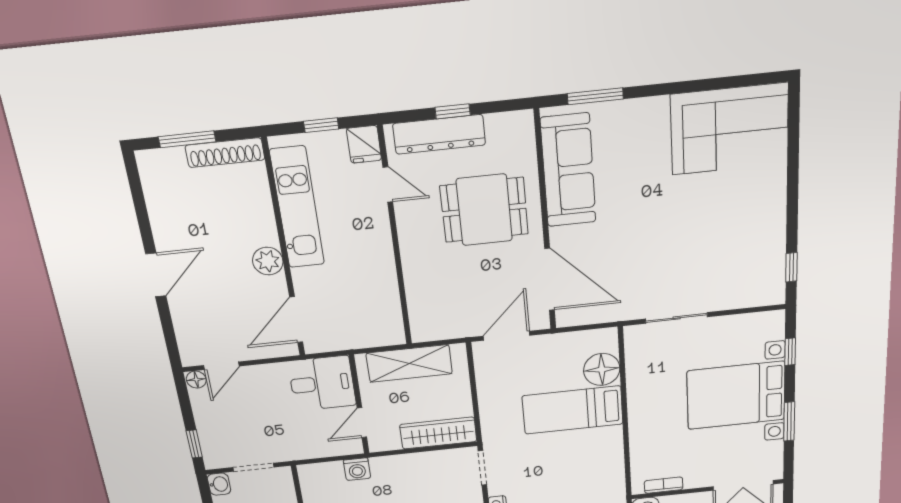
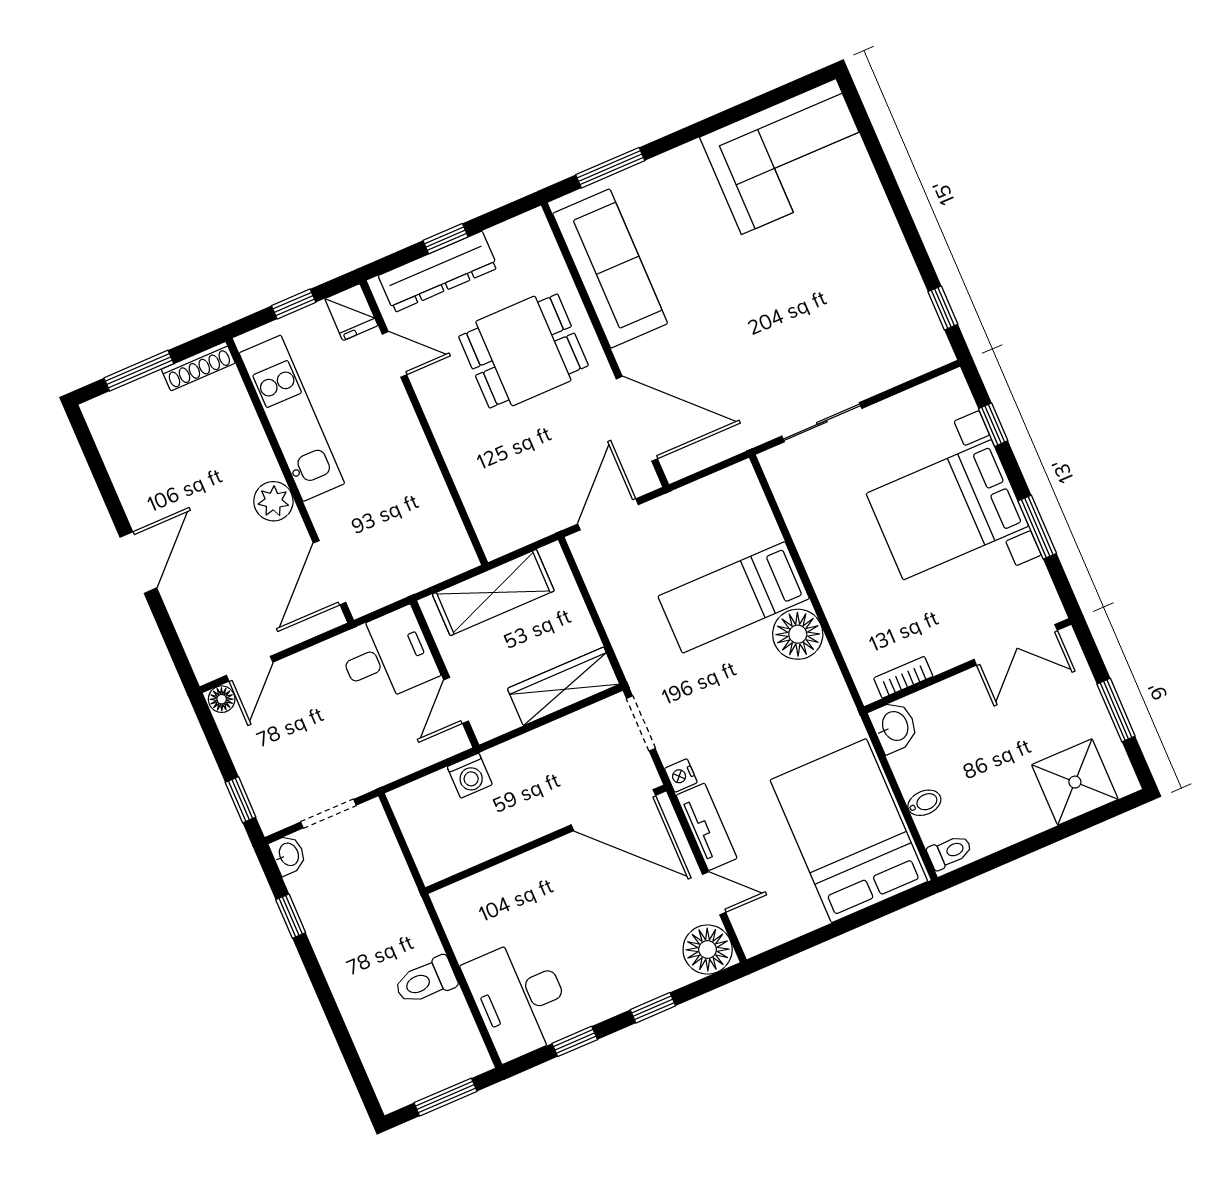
shoe rack: (225, 153) -> (198, 366), width x0.74, depth x0.81
floor lamp: (602, 369) -> (798, 634), moved

